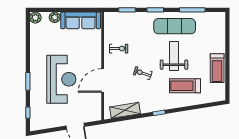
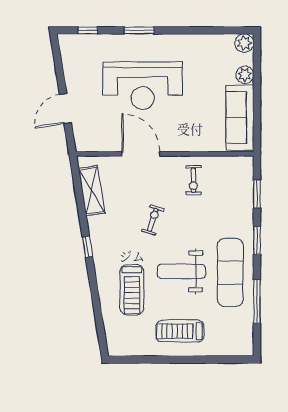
weight bench: (174, 56) -> (181, 271), turned 180
treadmill: (217, 68) -> (180, 331), moved
treadmill: (185, 86) -> (132, 290), turned 180

